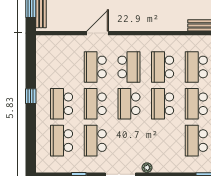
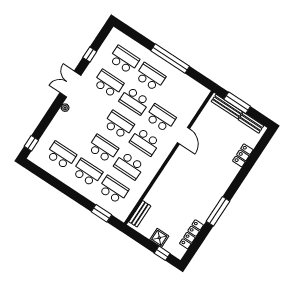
school desk: (163, 67) -> (129, 166), turned 180
window: (31, 96) -> (170, 59), width x3.17
school desk: (95, 104) -> (135, 101), turned 180

